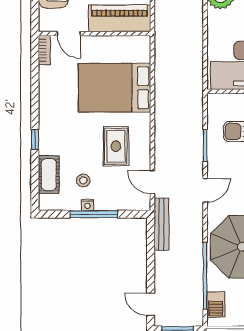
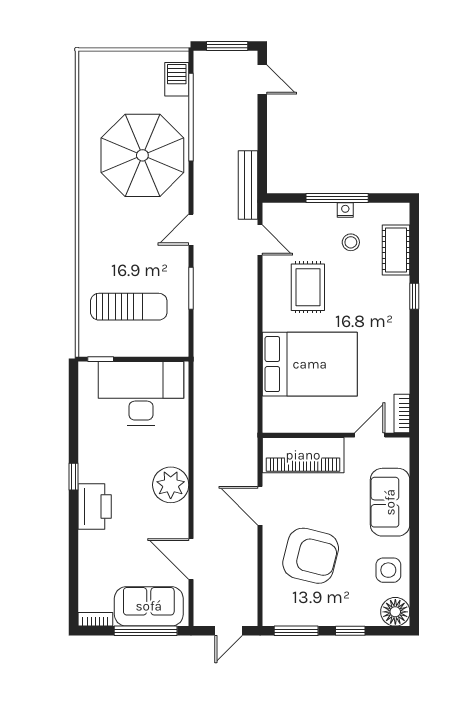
door: (69, 34) -> (370, 435), hinge flipped

